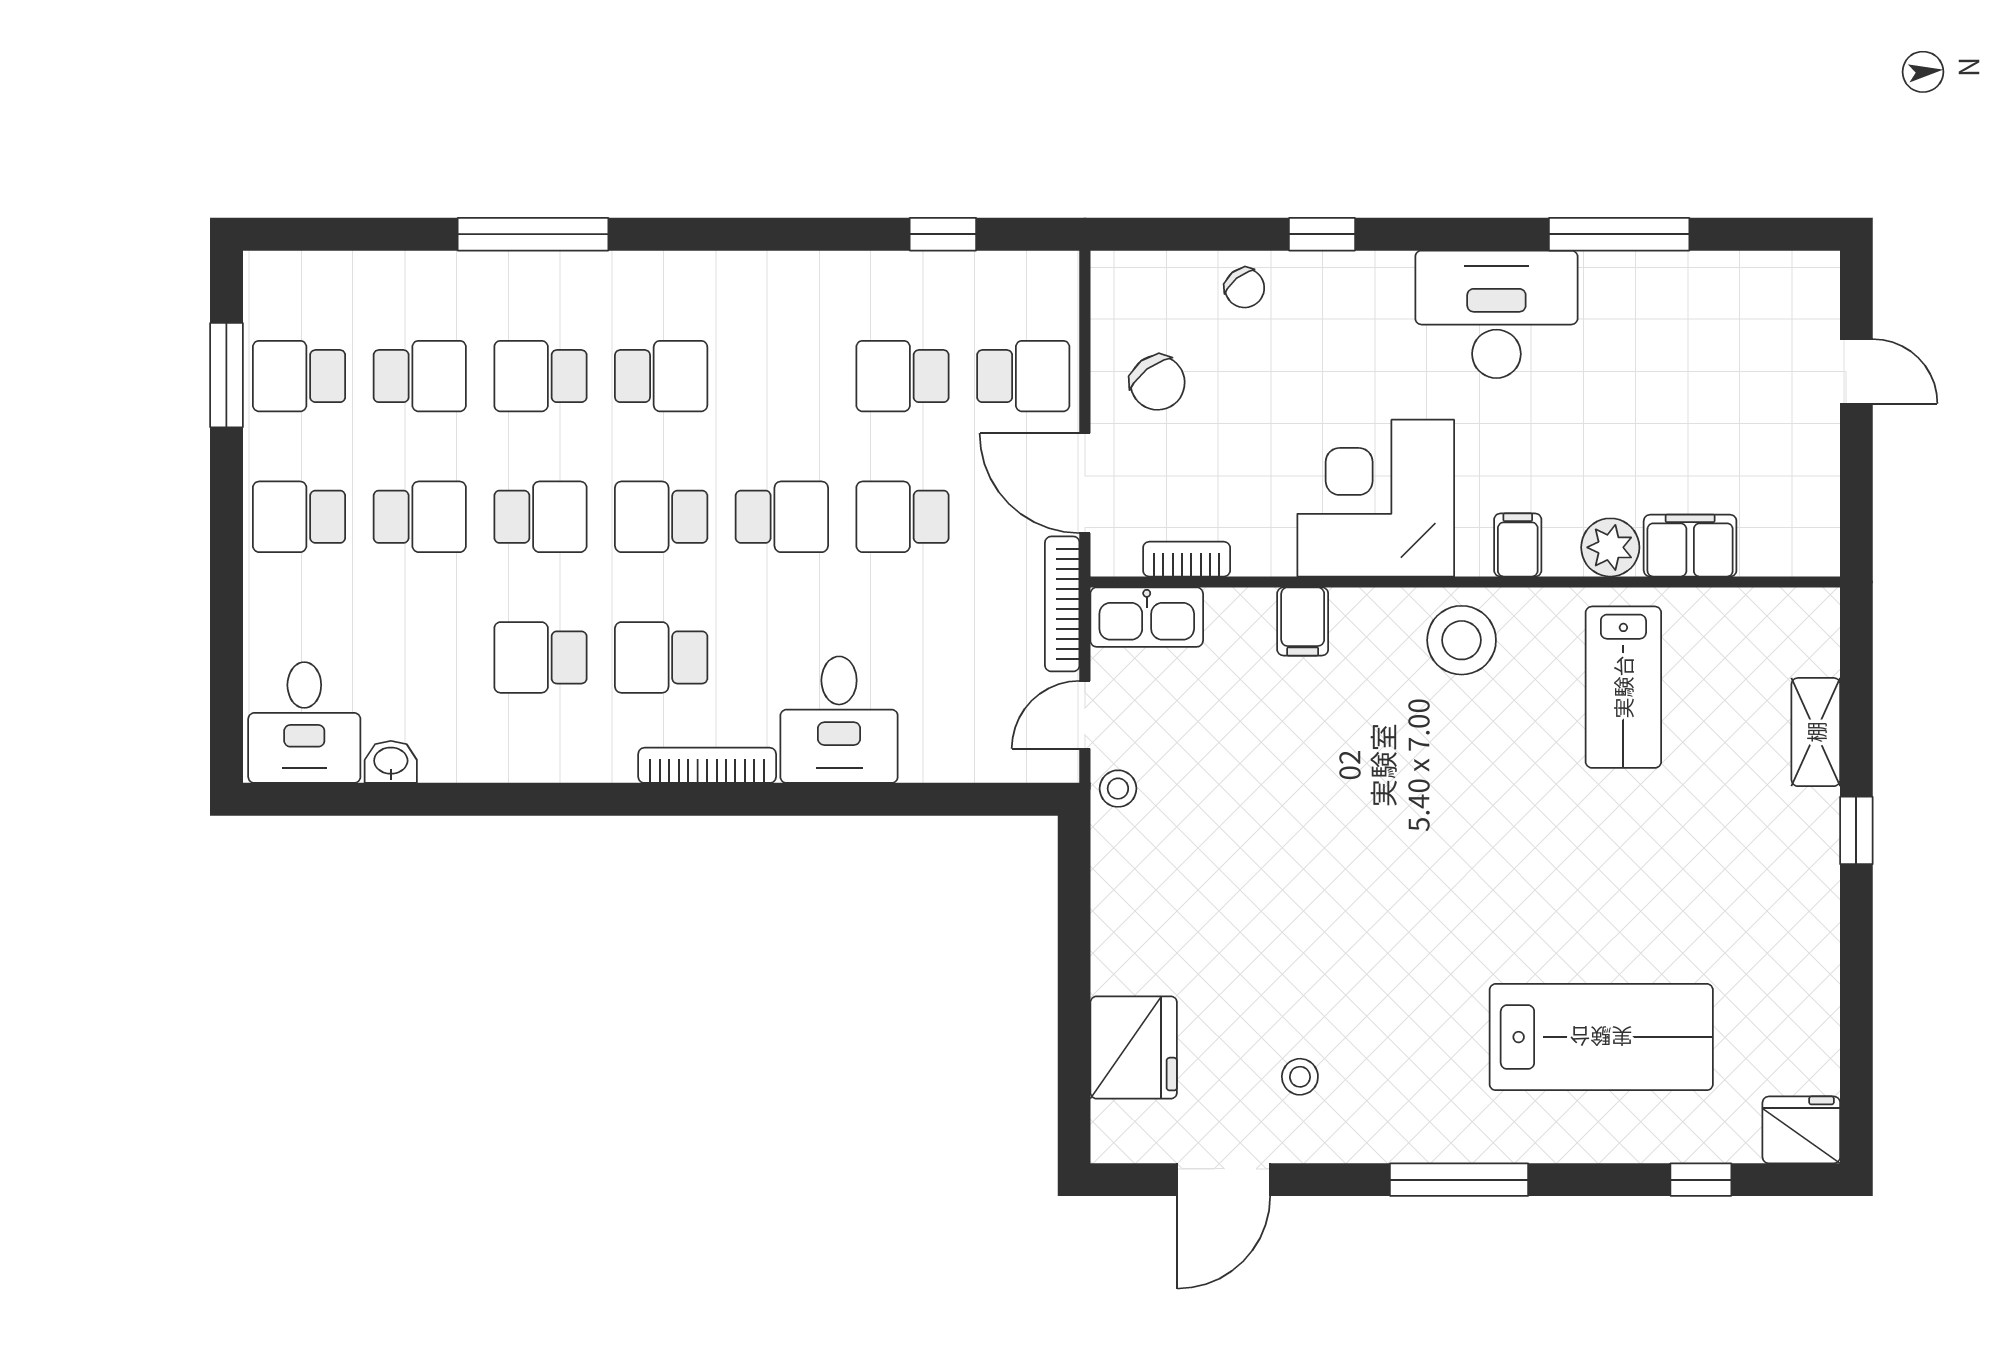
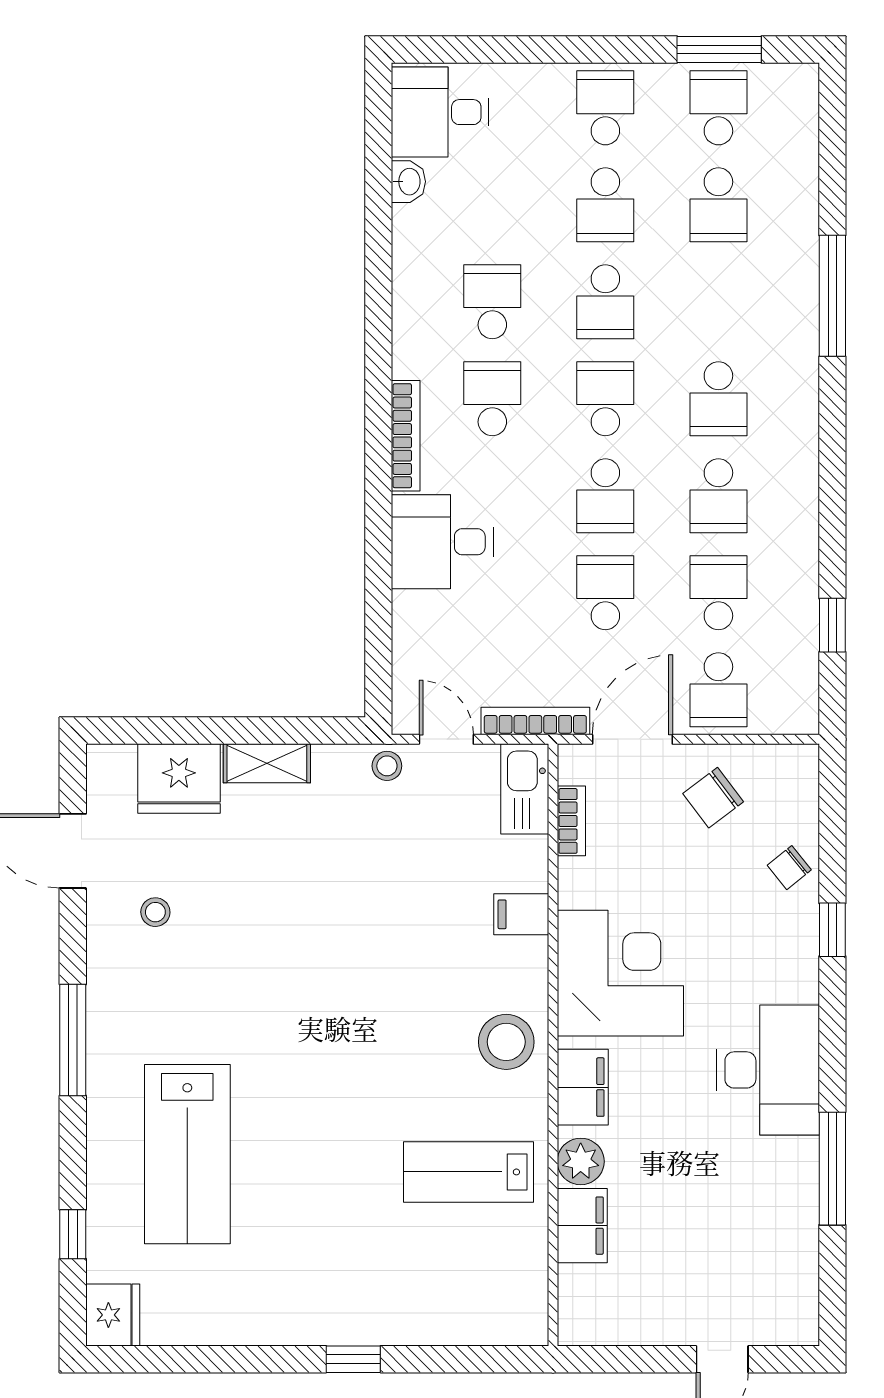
school desk: (540, 376) -> (718, 496), moved, turned 180
filing cabinet: (1518, 545) -> (583, 1087), width x2.00
shelving: (1816, 732) -> (267, 763), moved

